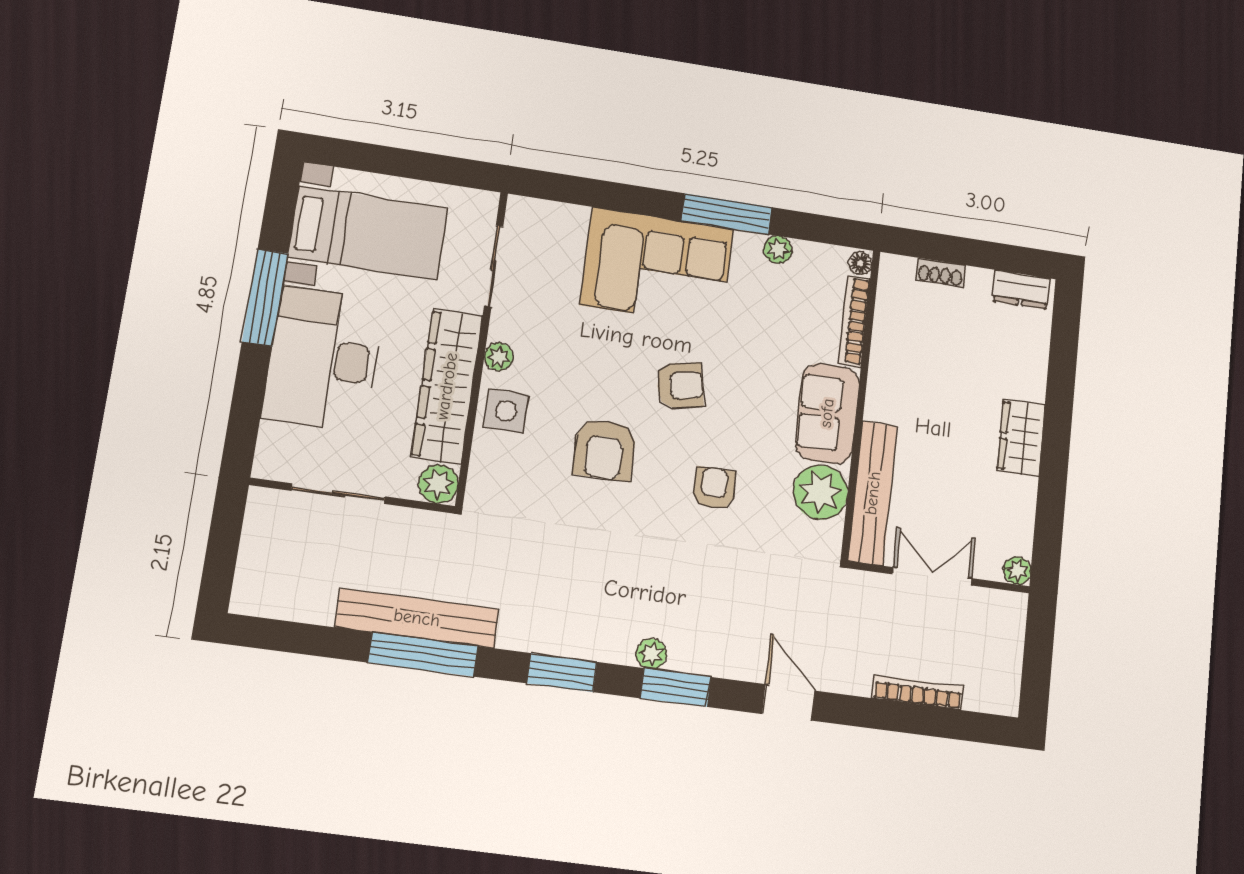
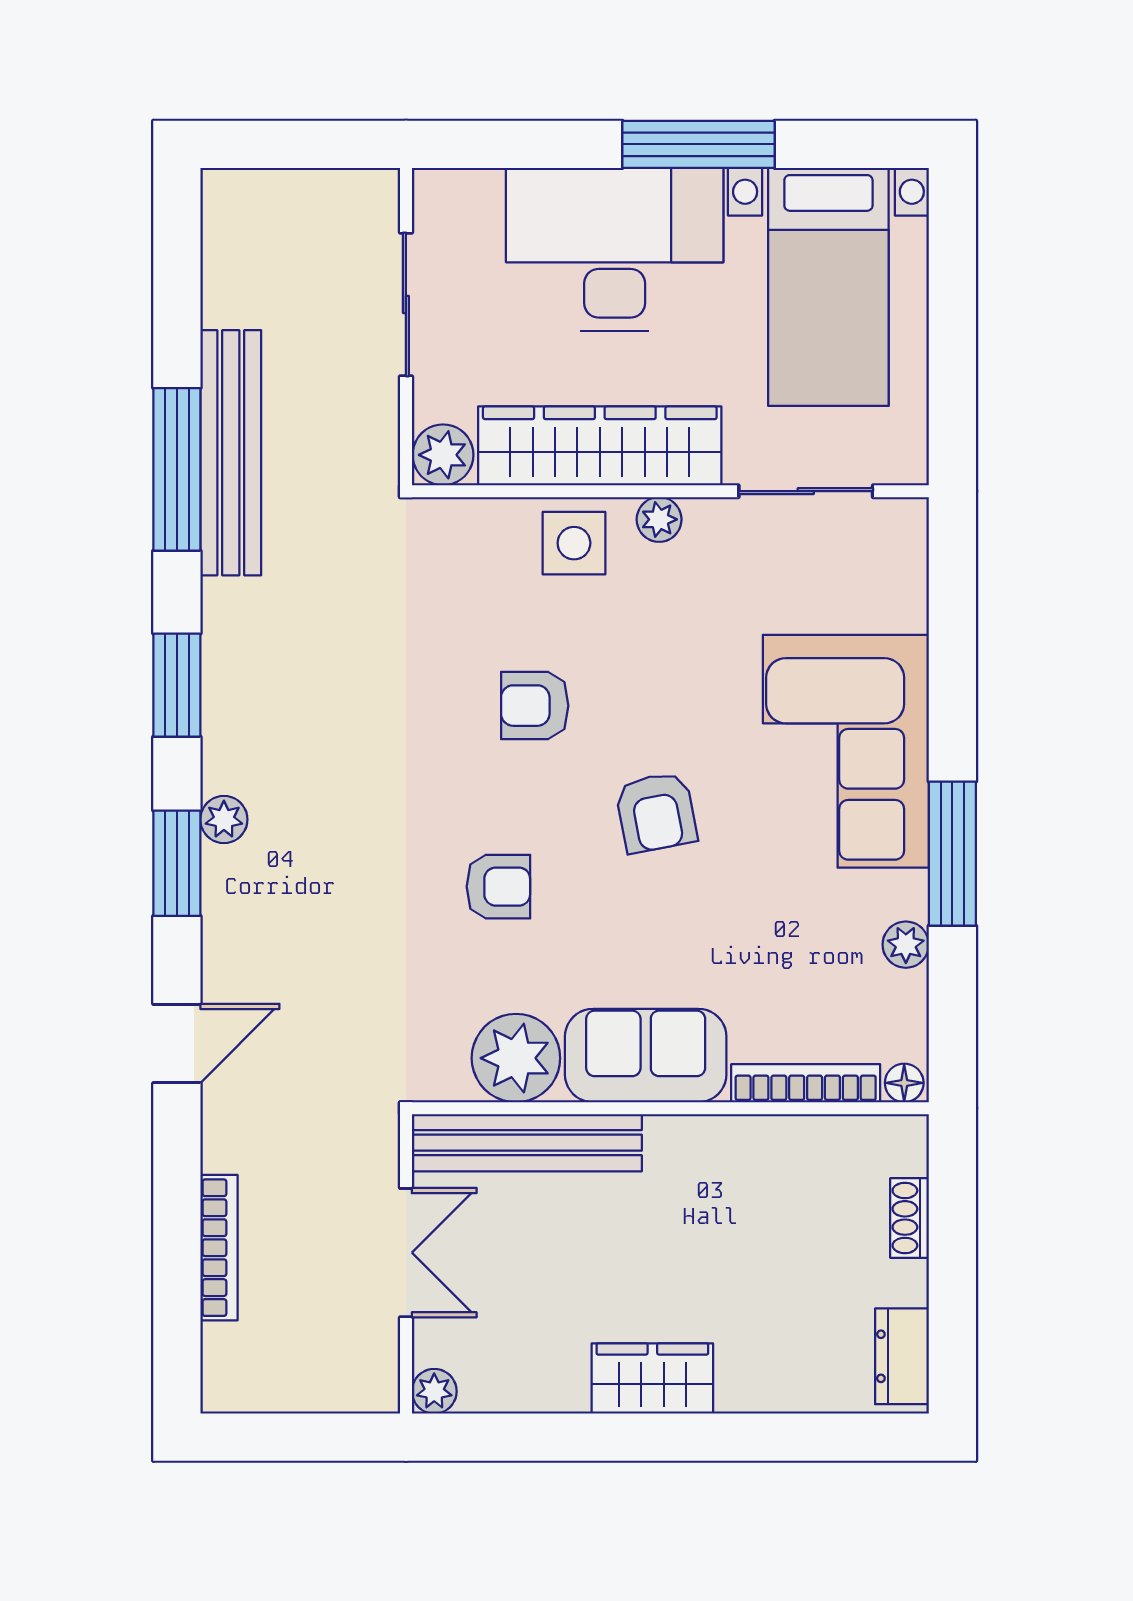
armchair: (604, 450) -> (535, 706), width x0.72, depth x0.72

